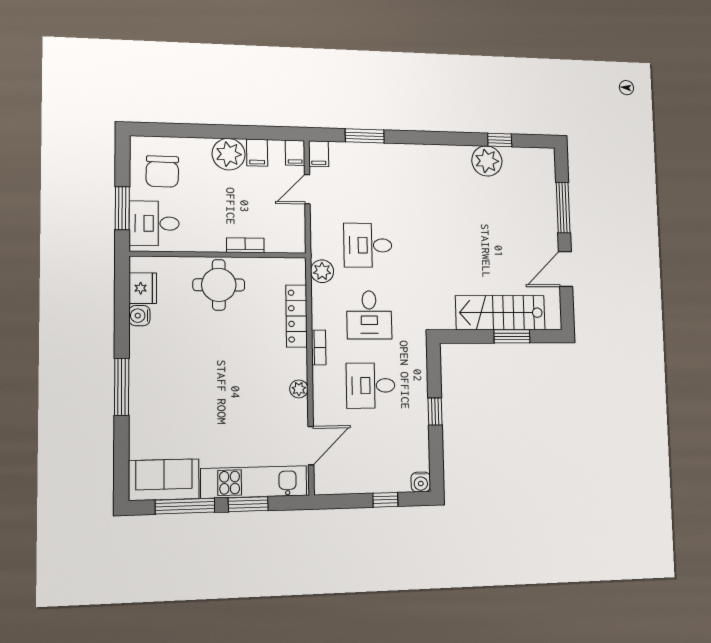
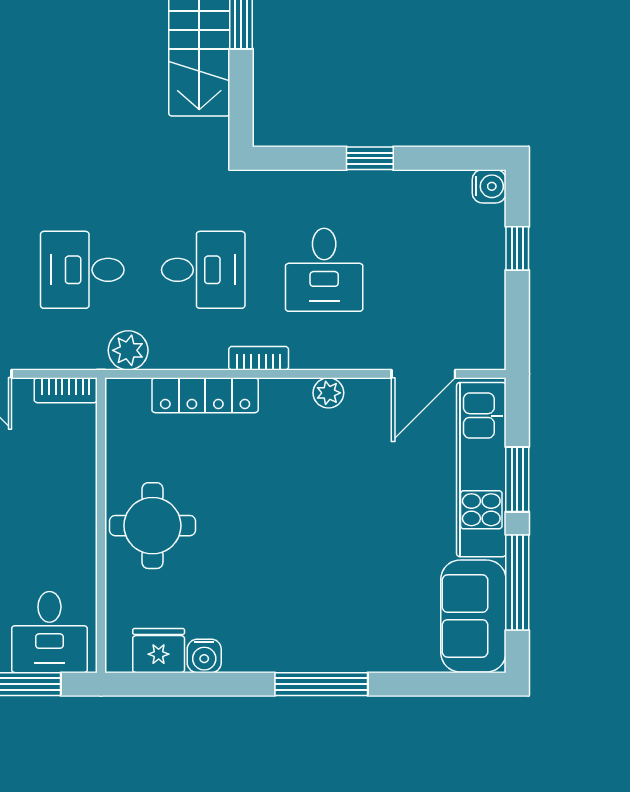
bookcase: (245, 245) -> (66, 390), moved, turned -90
desk: (368, 245) -> (82, 270), turned 90
door: (311, 446) -> (423, 374), swing flipped

